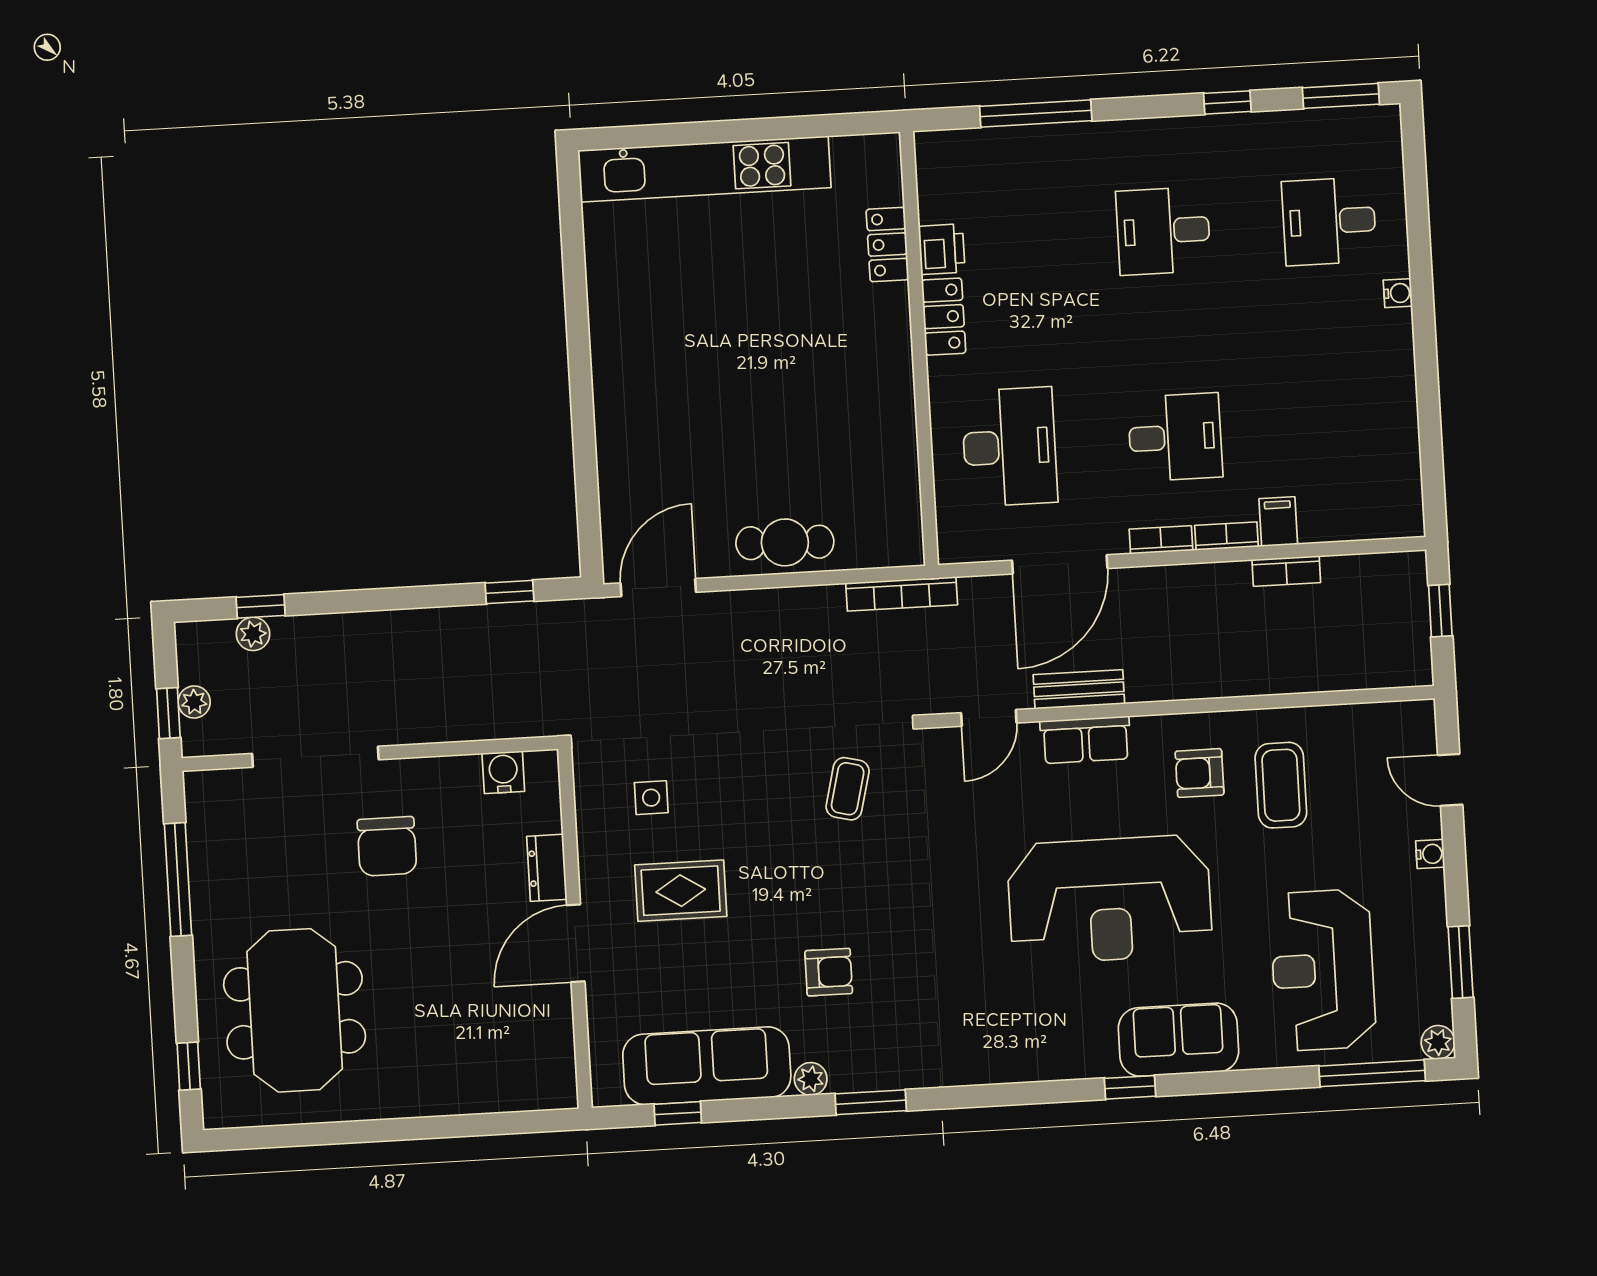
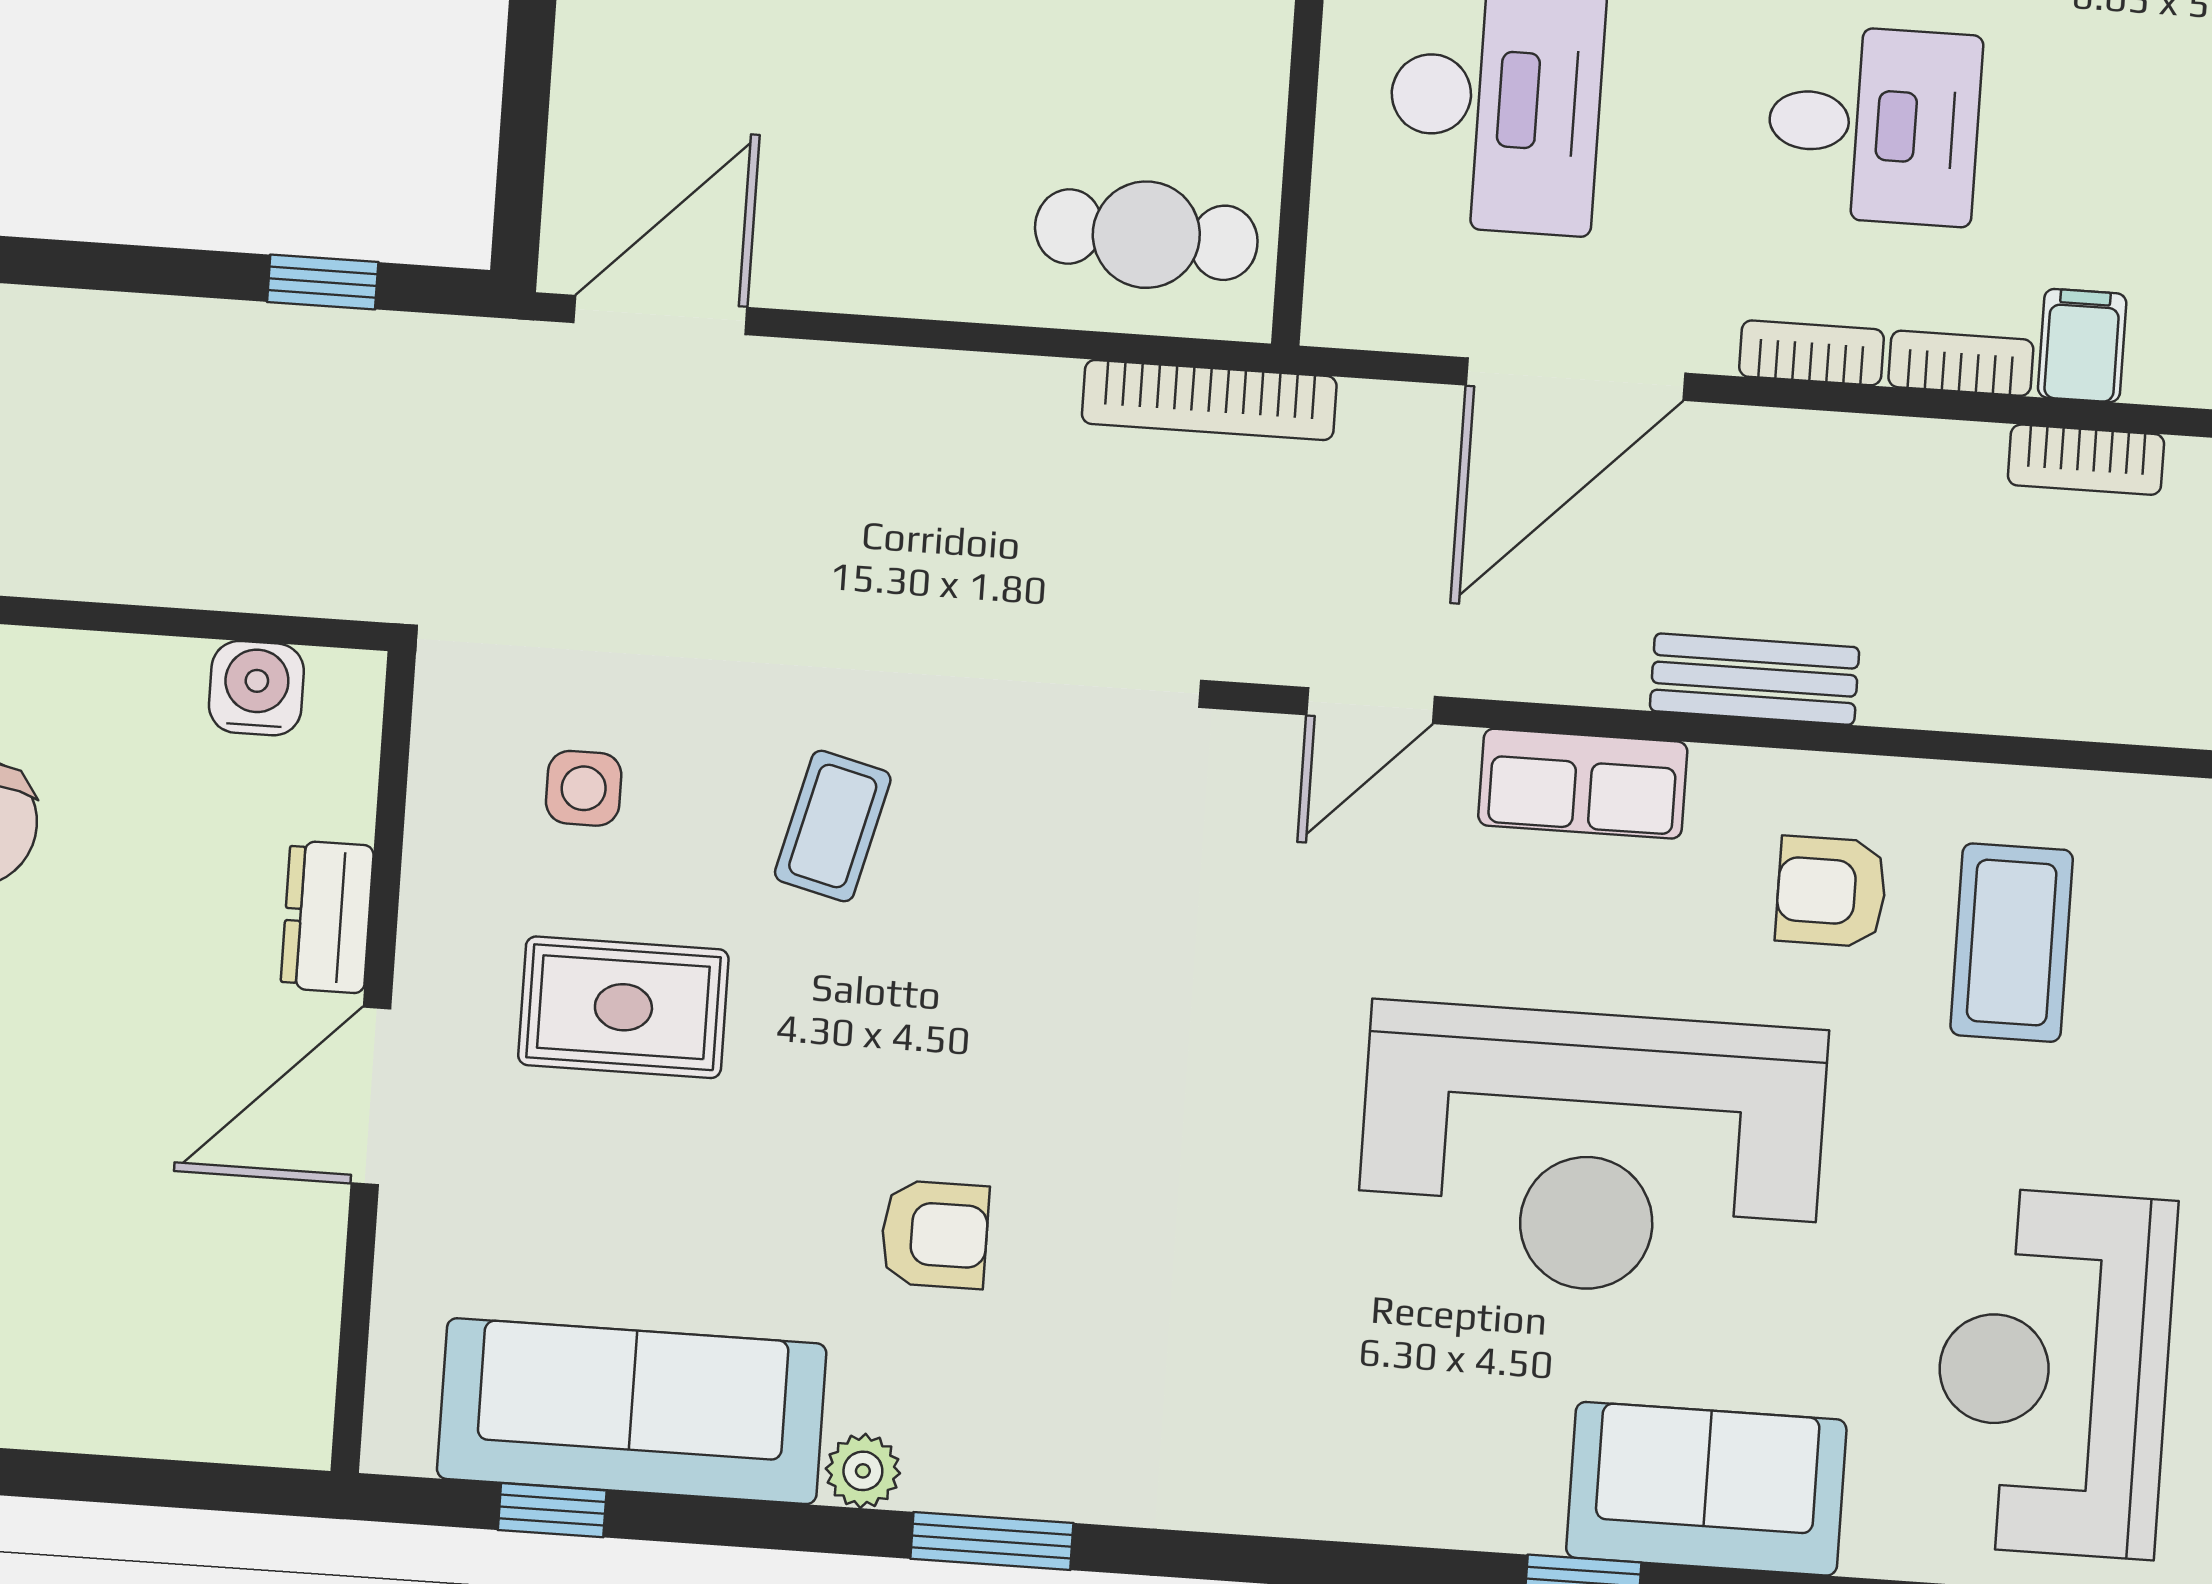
cafe table: (785, 542) -> (1146, 235), moved
bench: (1079, 689) -> (1755, 679), moved
coffee table: (848, 789) -> (833, 826), moved

